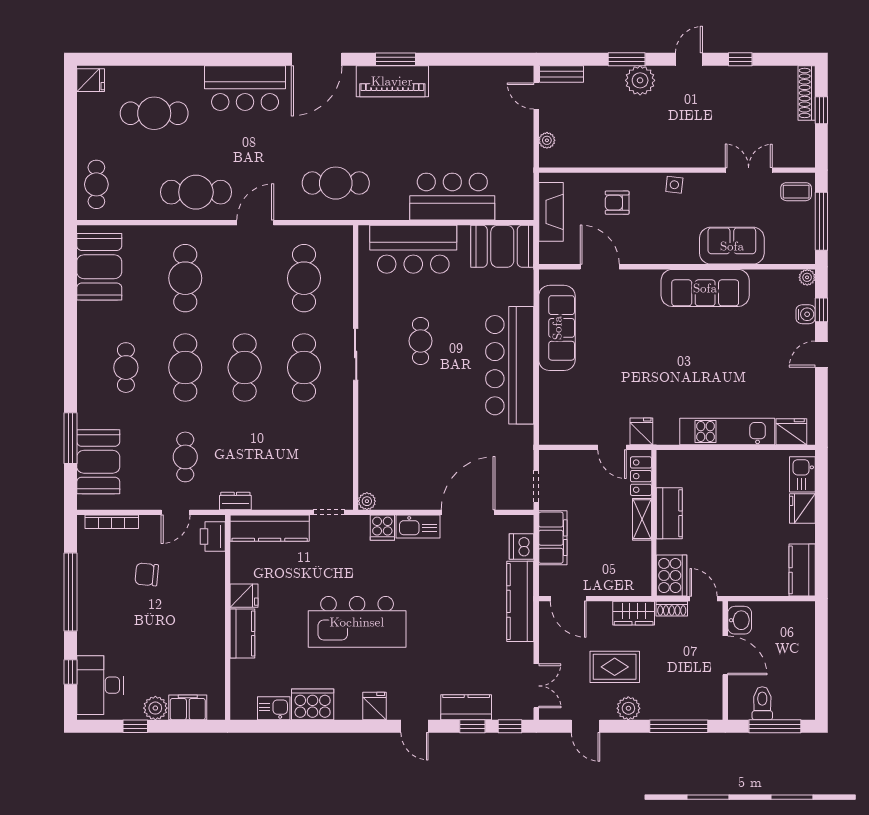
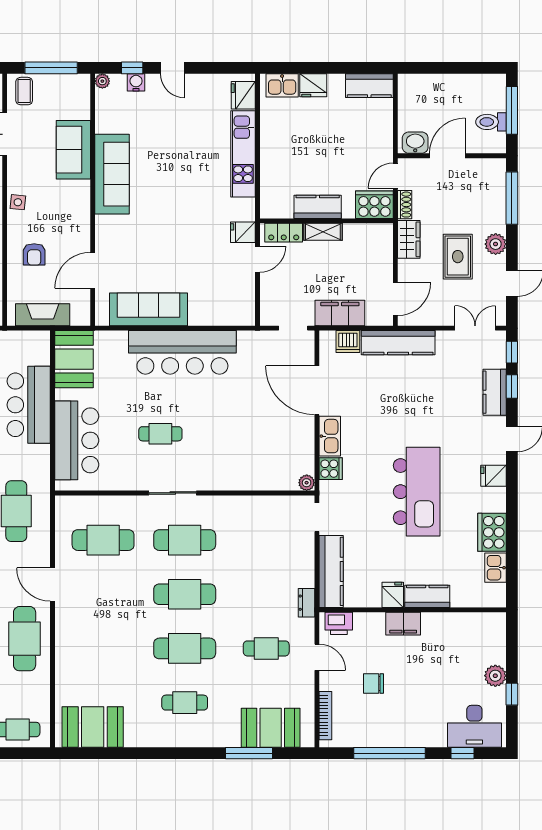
cafe table: (185, 278) -> (103, 648), removed
chair: (147, 574) -> (373, 684), turned 85
filing cabinet: (188, 707) -> (403, 624), moved, turned -90

